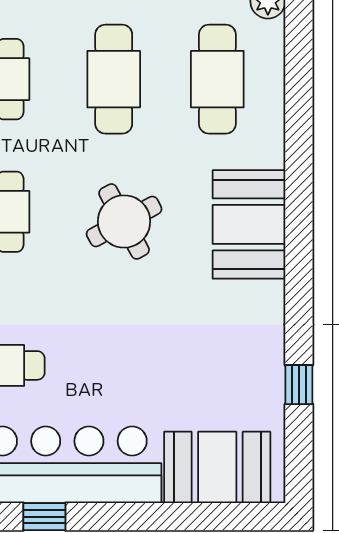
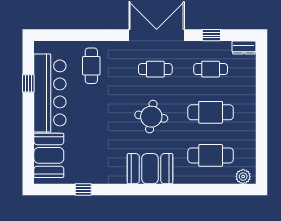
round table: (124, 221) -> (151, 117), turned 36

